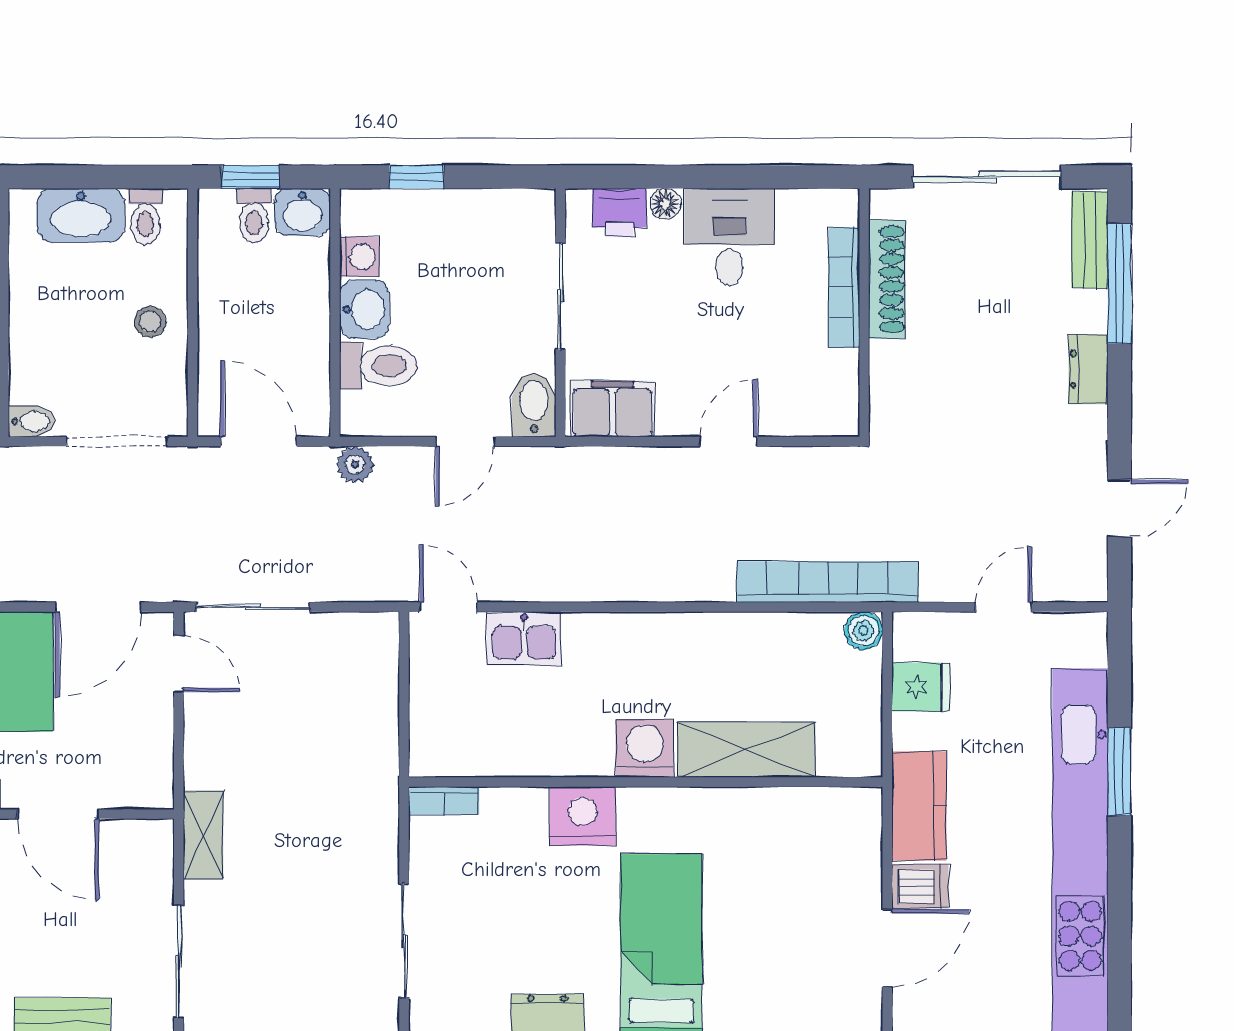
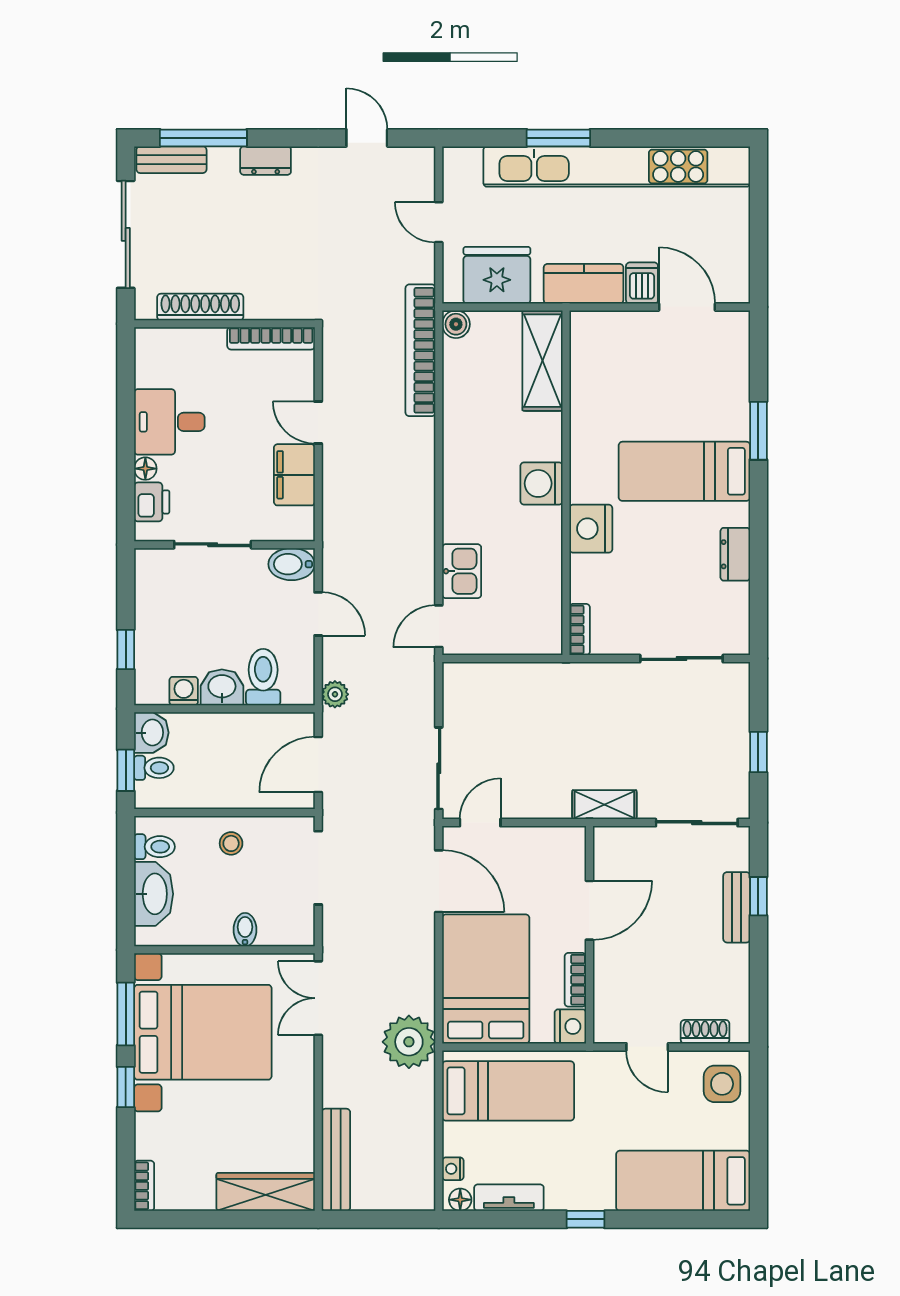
bookcase: (844, 288) -> (271, 338), moved
filing cabinet: (612, 409) -> (294, 475), moved
bidet: (32, 421) -> (245, 930), moved
fridge: (921, 687) -> (497, 275), width x1.88, depth x1.34
shelving: (746, 750) -> (543, 361), moved

